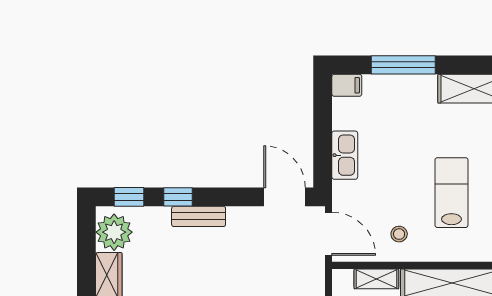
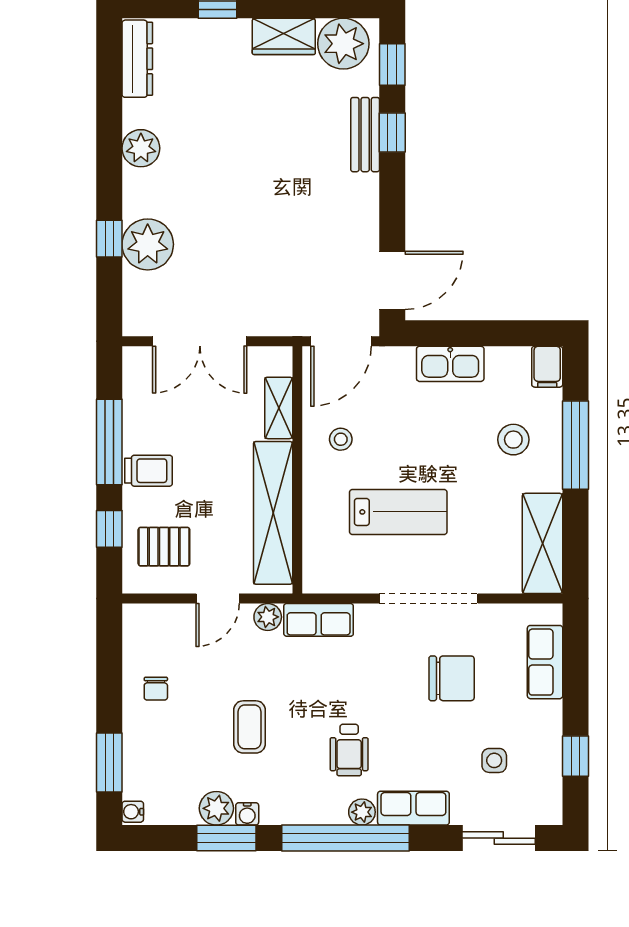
stool: (399, 110) -> (513, 440), added
bench: (199, 216) -> (365, 135), moved

